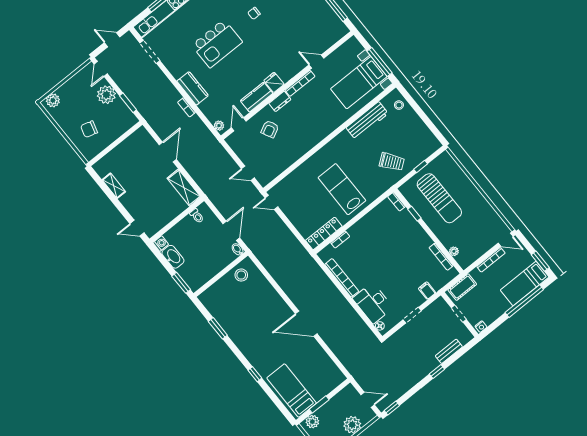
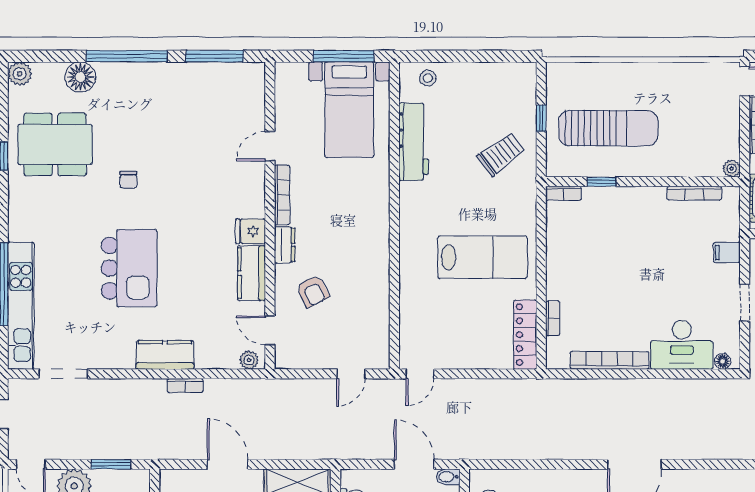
lab bench: (342, 189) -> (482, 257), turned 180
plant: (454, 251) -> (732, 169), moved

